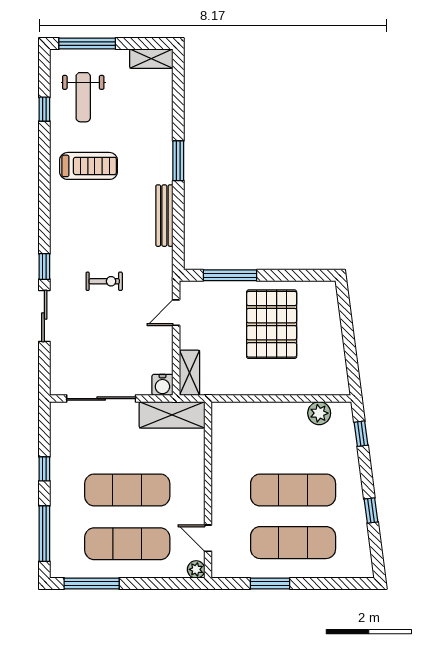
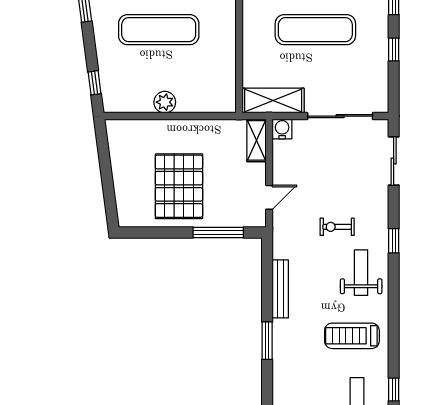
weight bench: (79, 233) -> (361, 273), added
sliding door: (44, 316) -> (394, 161), moved
plant: (319, 413) -> (165, 102), moved

